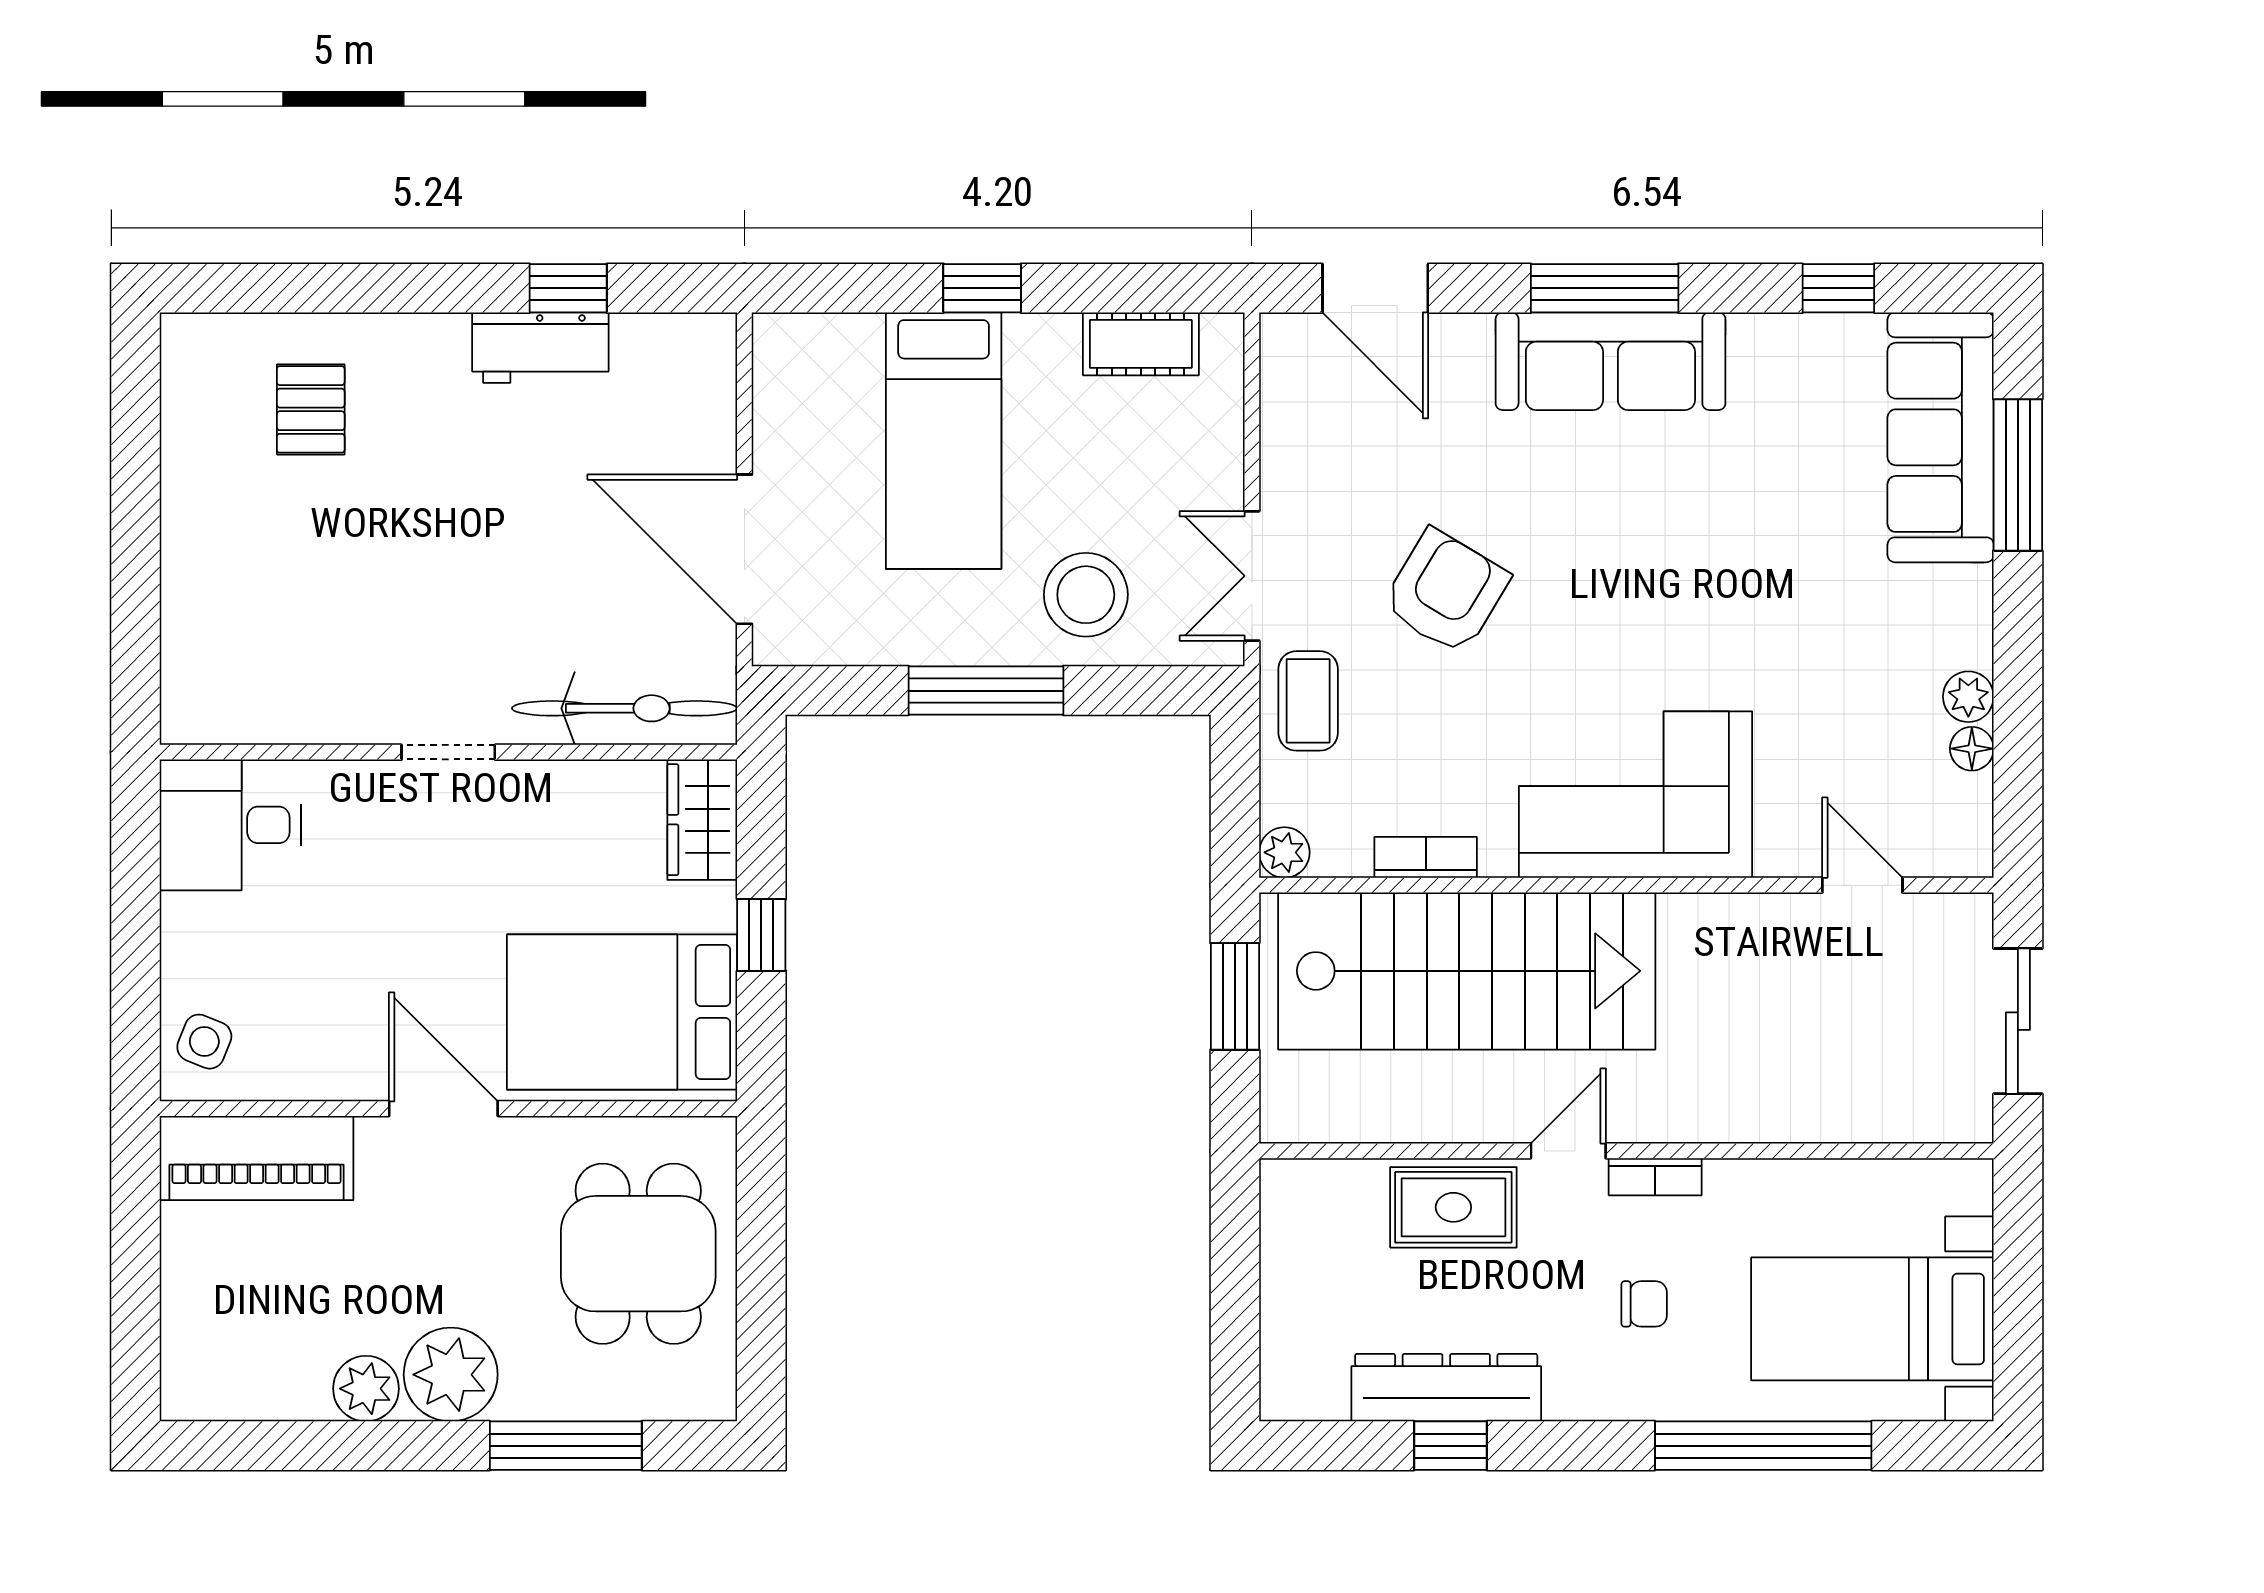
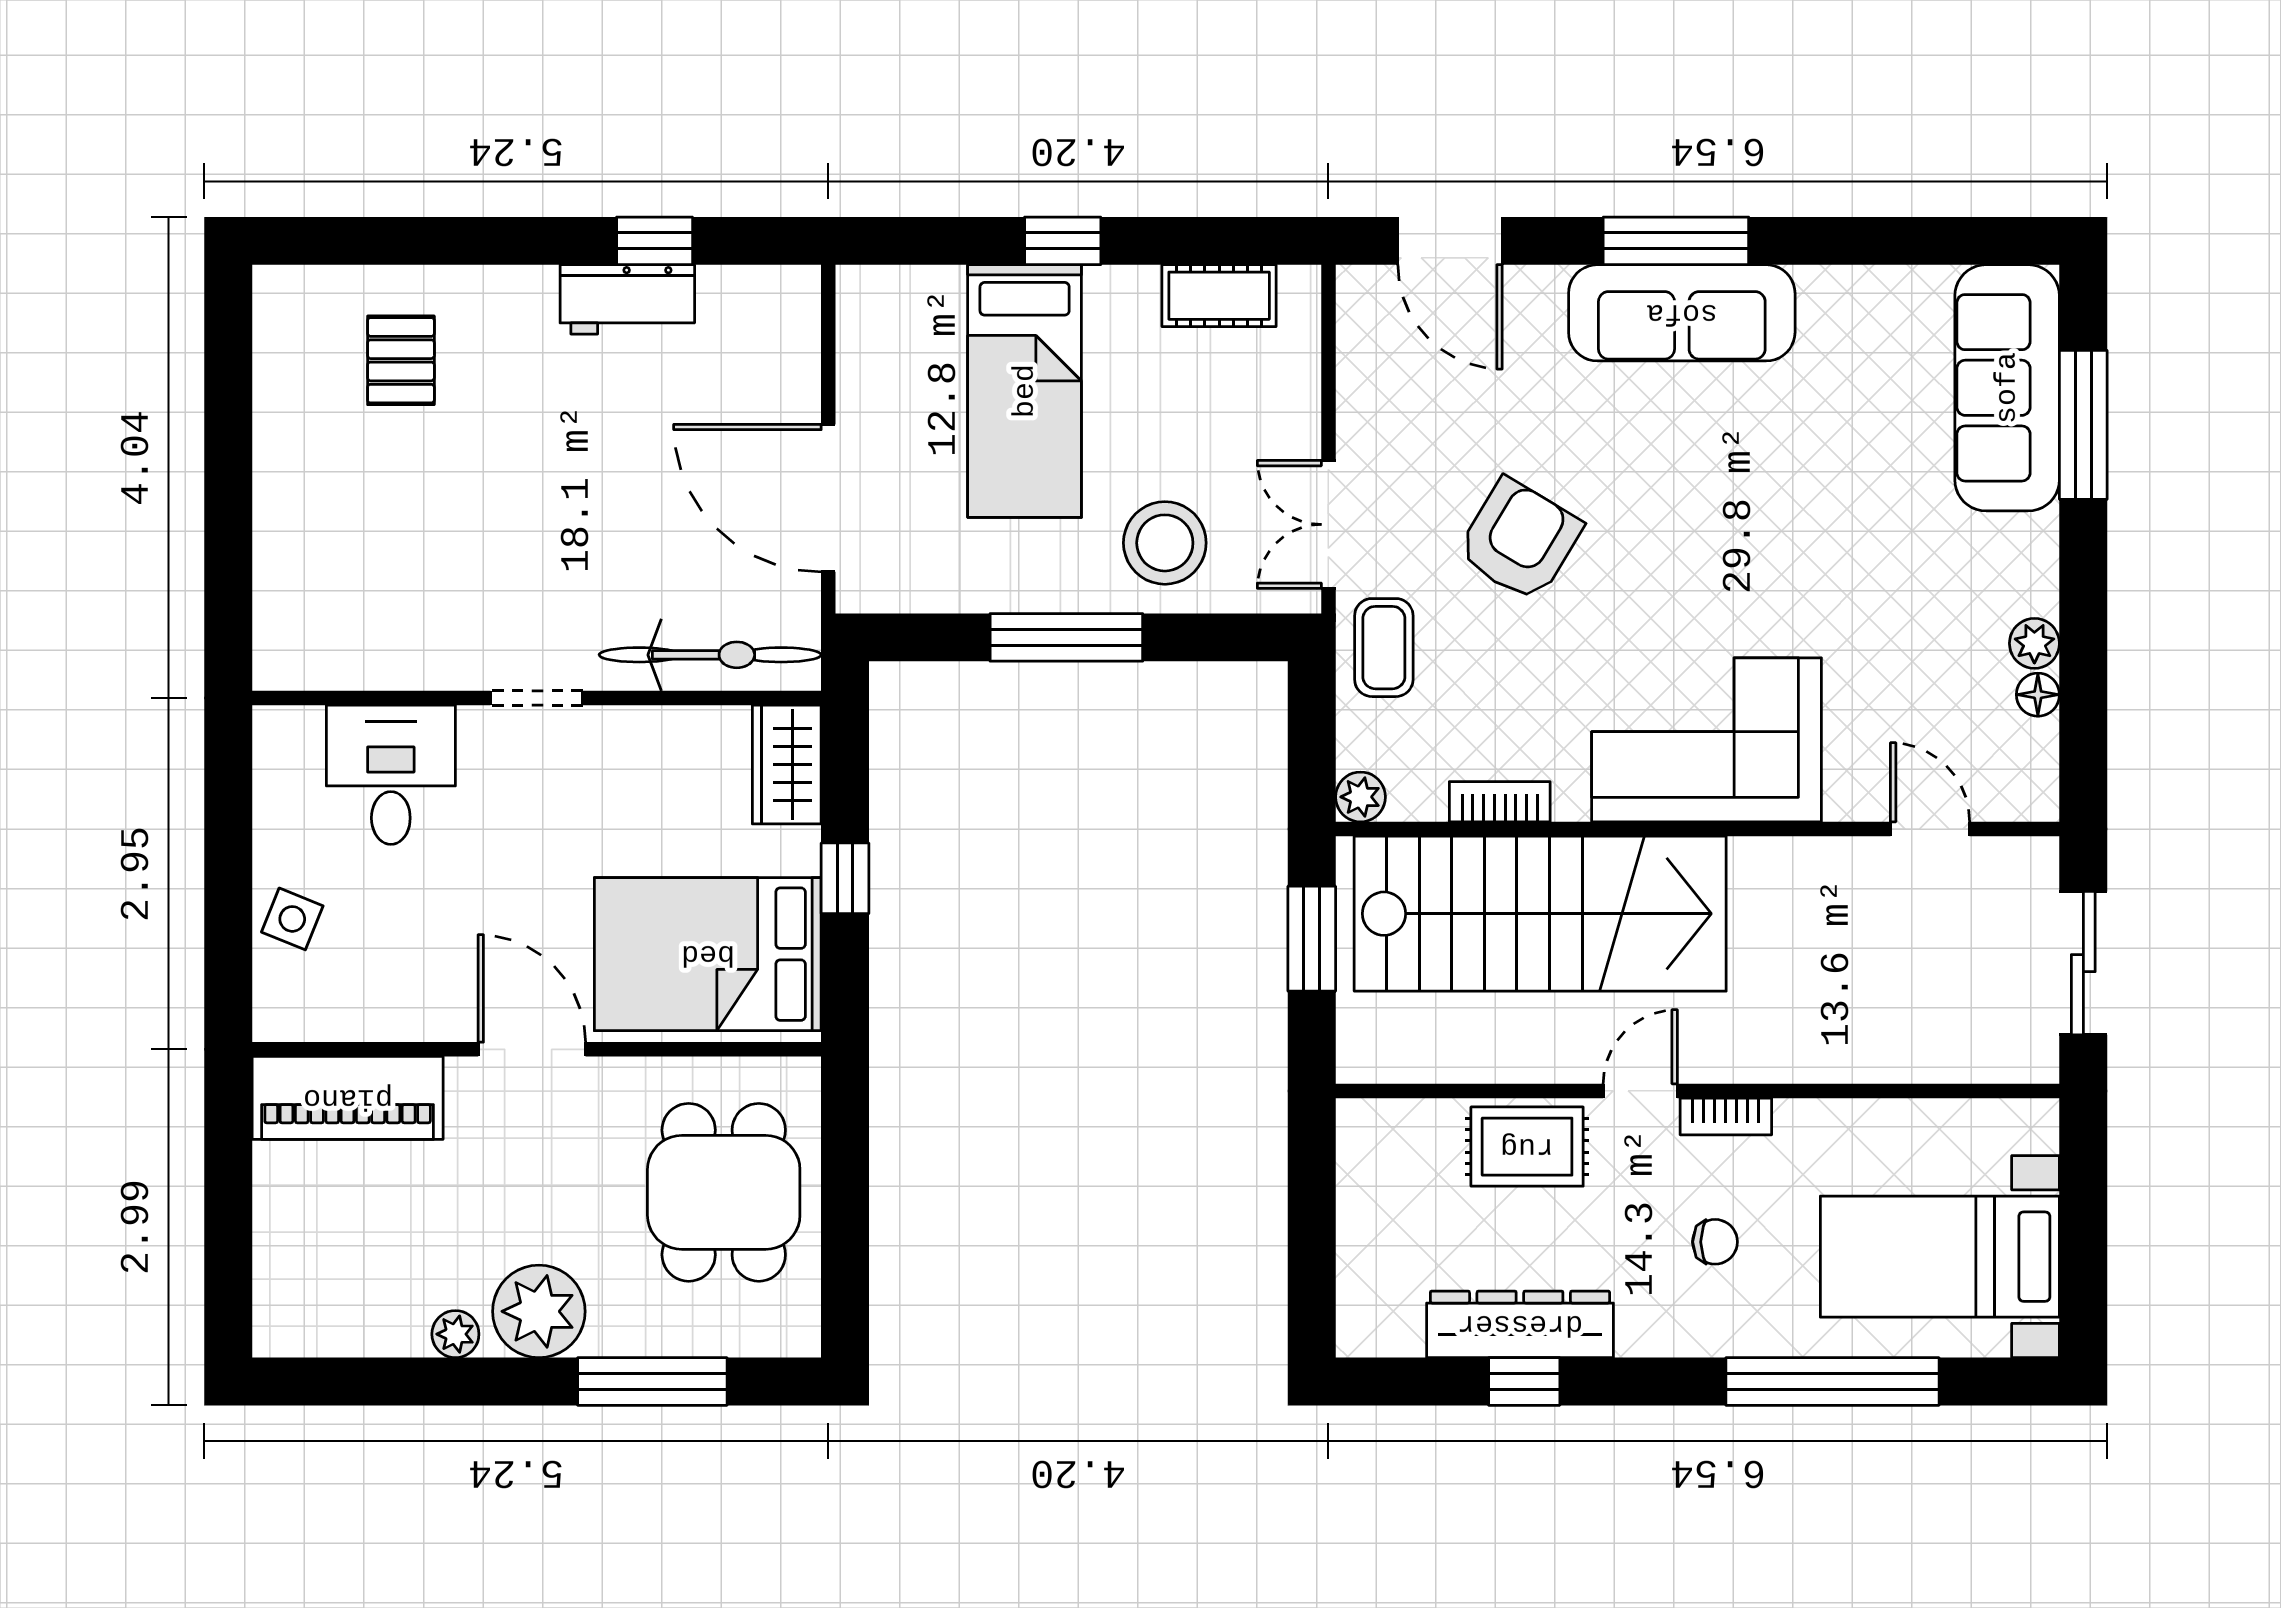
window: (1838, 288) -> (1906, 241), removed
desk: (230, 825) -> (391, 775), moved, turned 90
side table: (204, 1042) -> (292, 919), moved
plant: (366, 1389) -> (455, 1334), width x0.73, depth x0.73

